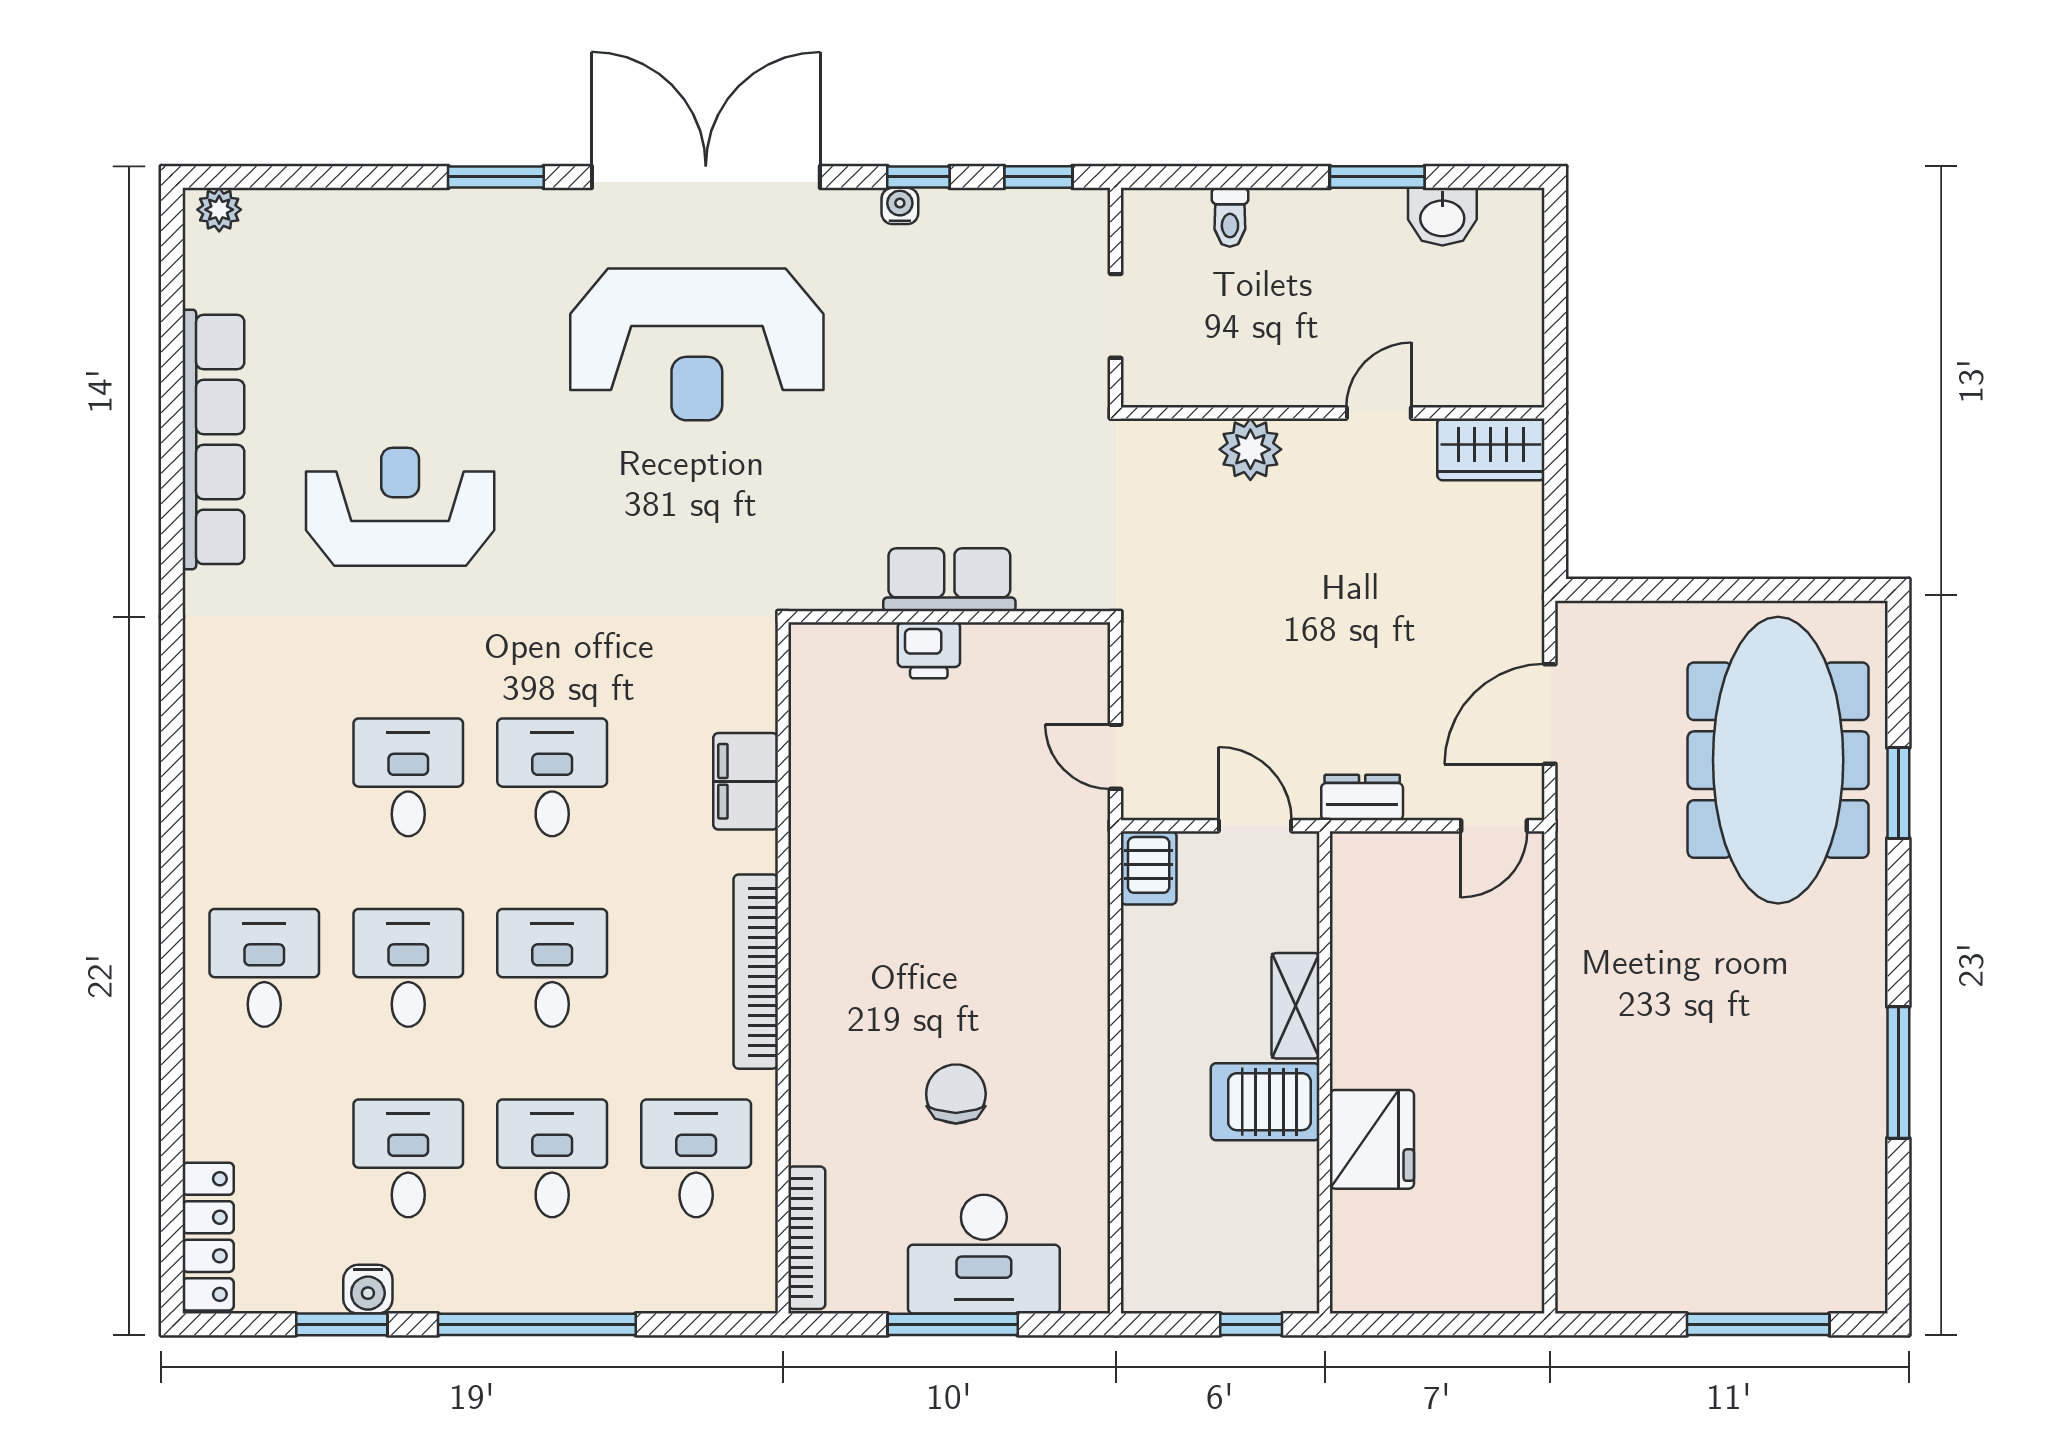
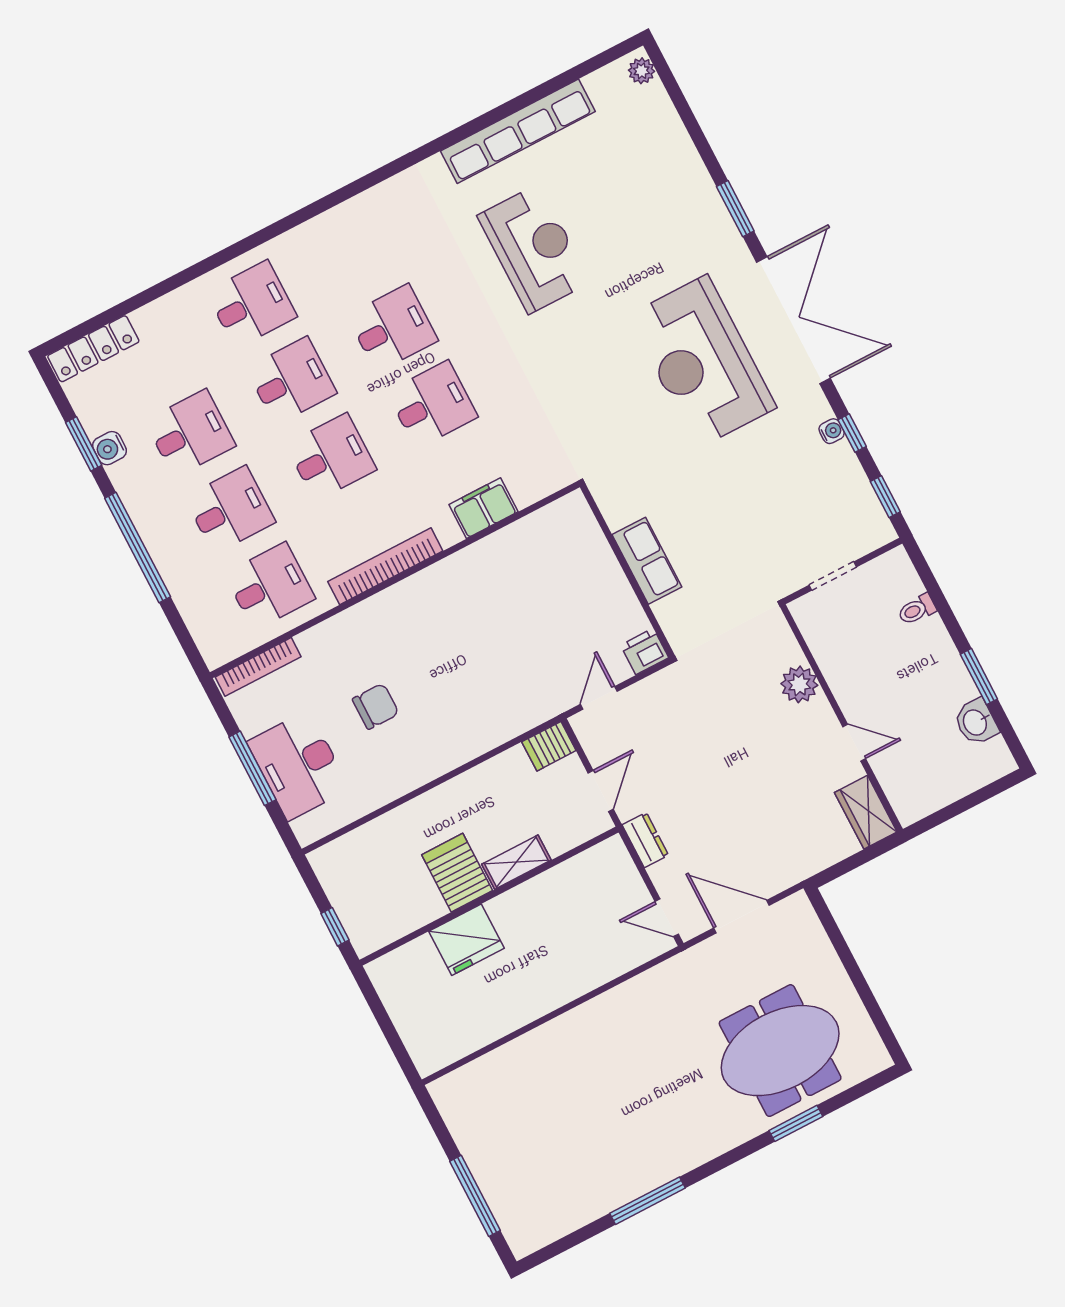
printer: (929, 650) -> (645, 651), moved, turned 90
meeting table: (1778, 760) -> (780, 1051), width x0.73

